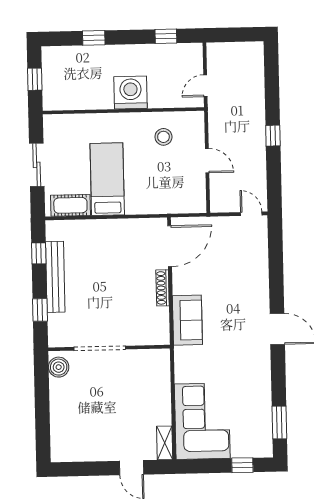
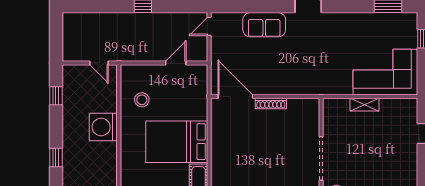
door: (207, 161) -> (176, 63), moved
bed: (107, 179) -> (177, 142), width x1.50
sofa: (187, 320) -> (264, 25), moved, turned 180
shelving: (165, 443) -> (365, 105), moved

